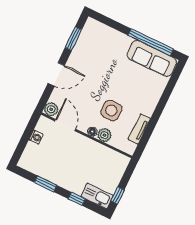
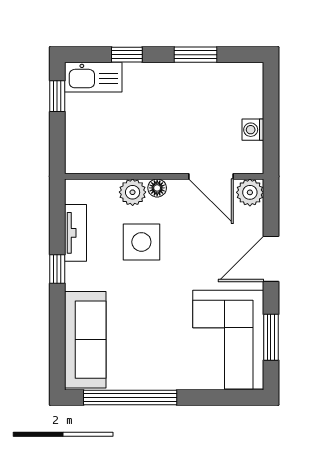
corner sofa: (93, 47) -> (228, 340), added
sofa: (152, 58) -> (85, 340), moved, turned 90
window: (156, 117) -> (57, 269), added

